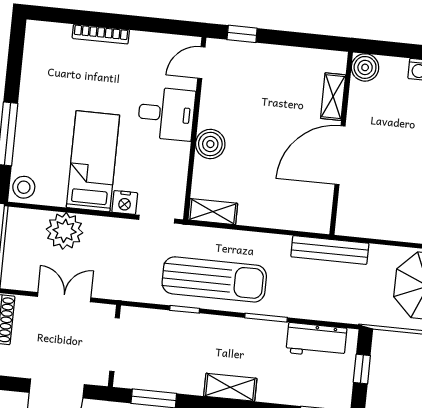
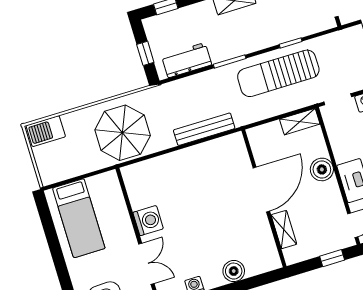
shelving: (333, 97) -> (284, 230), moved
wall: (341, 143) -> (264, 198), moved
door: (340, 155) -> (261, 190), moved

